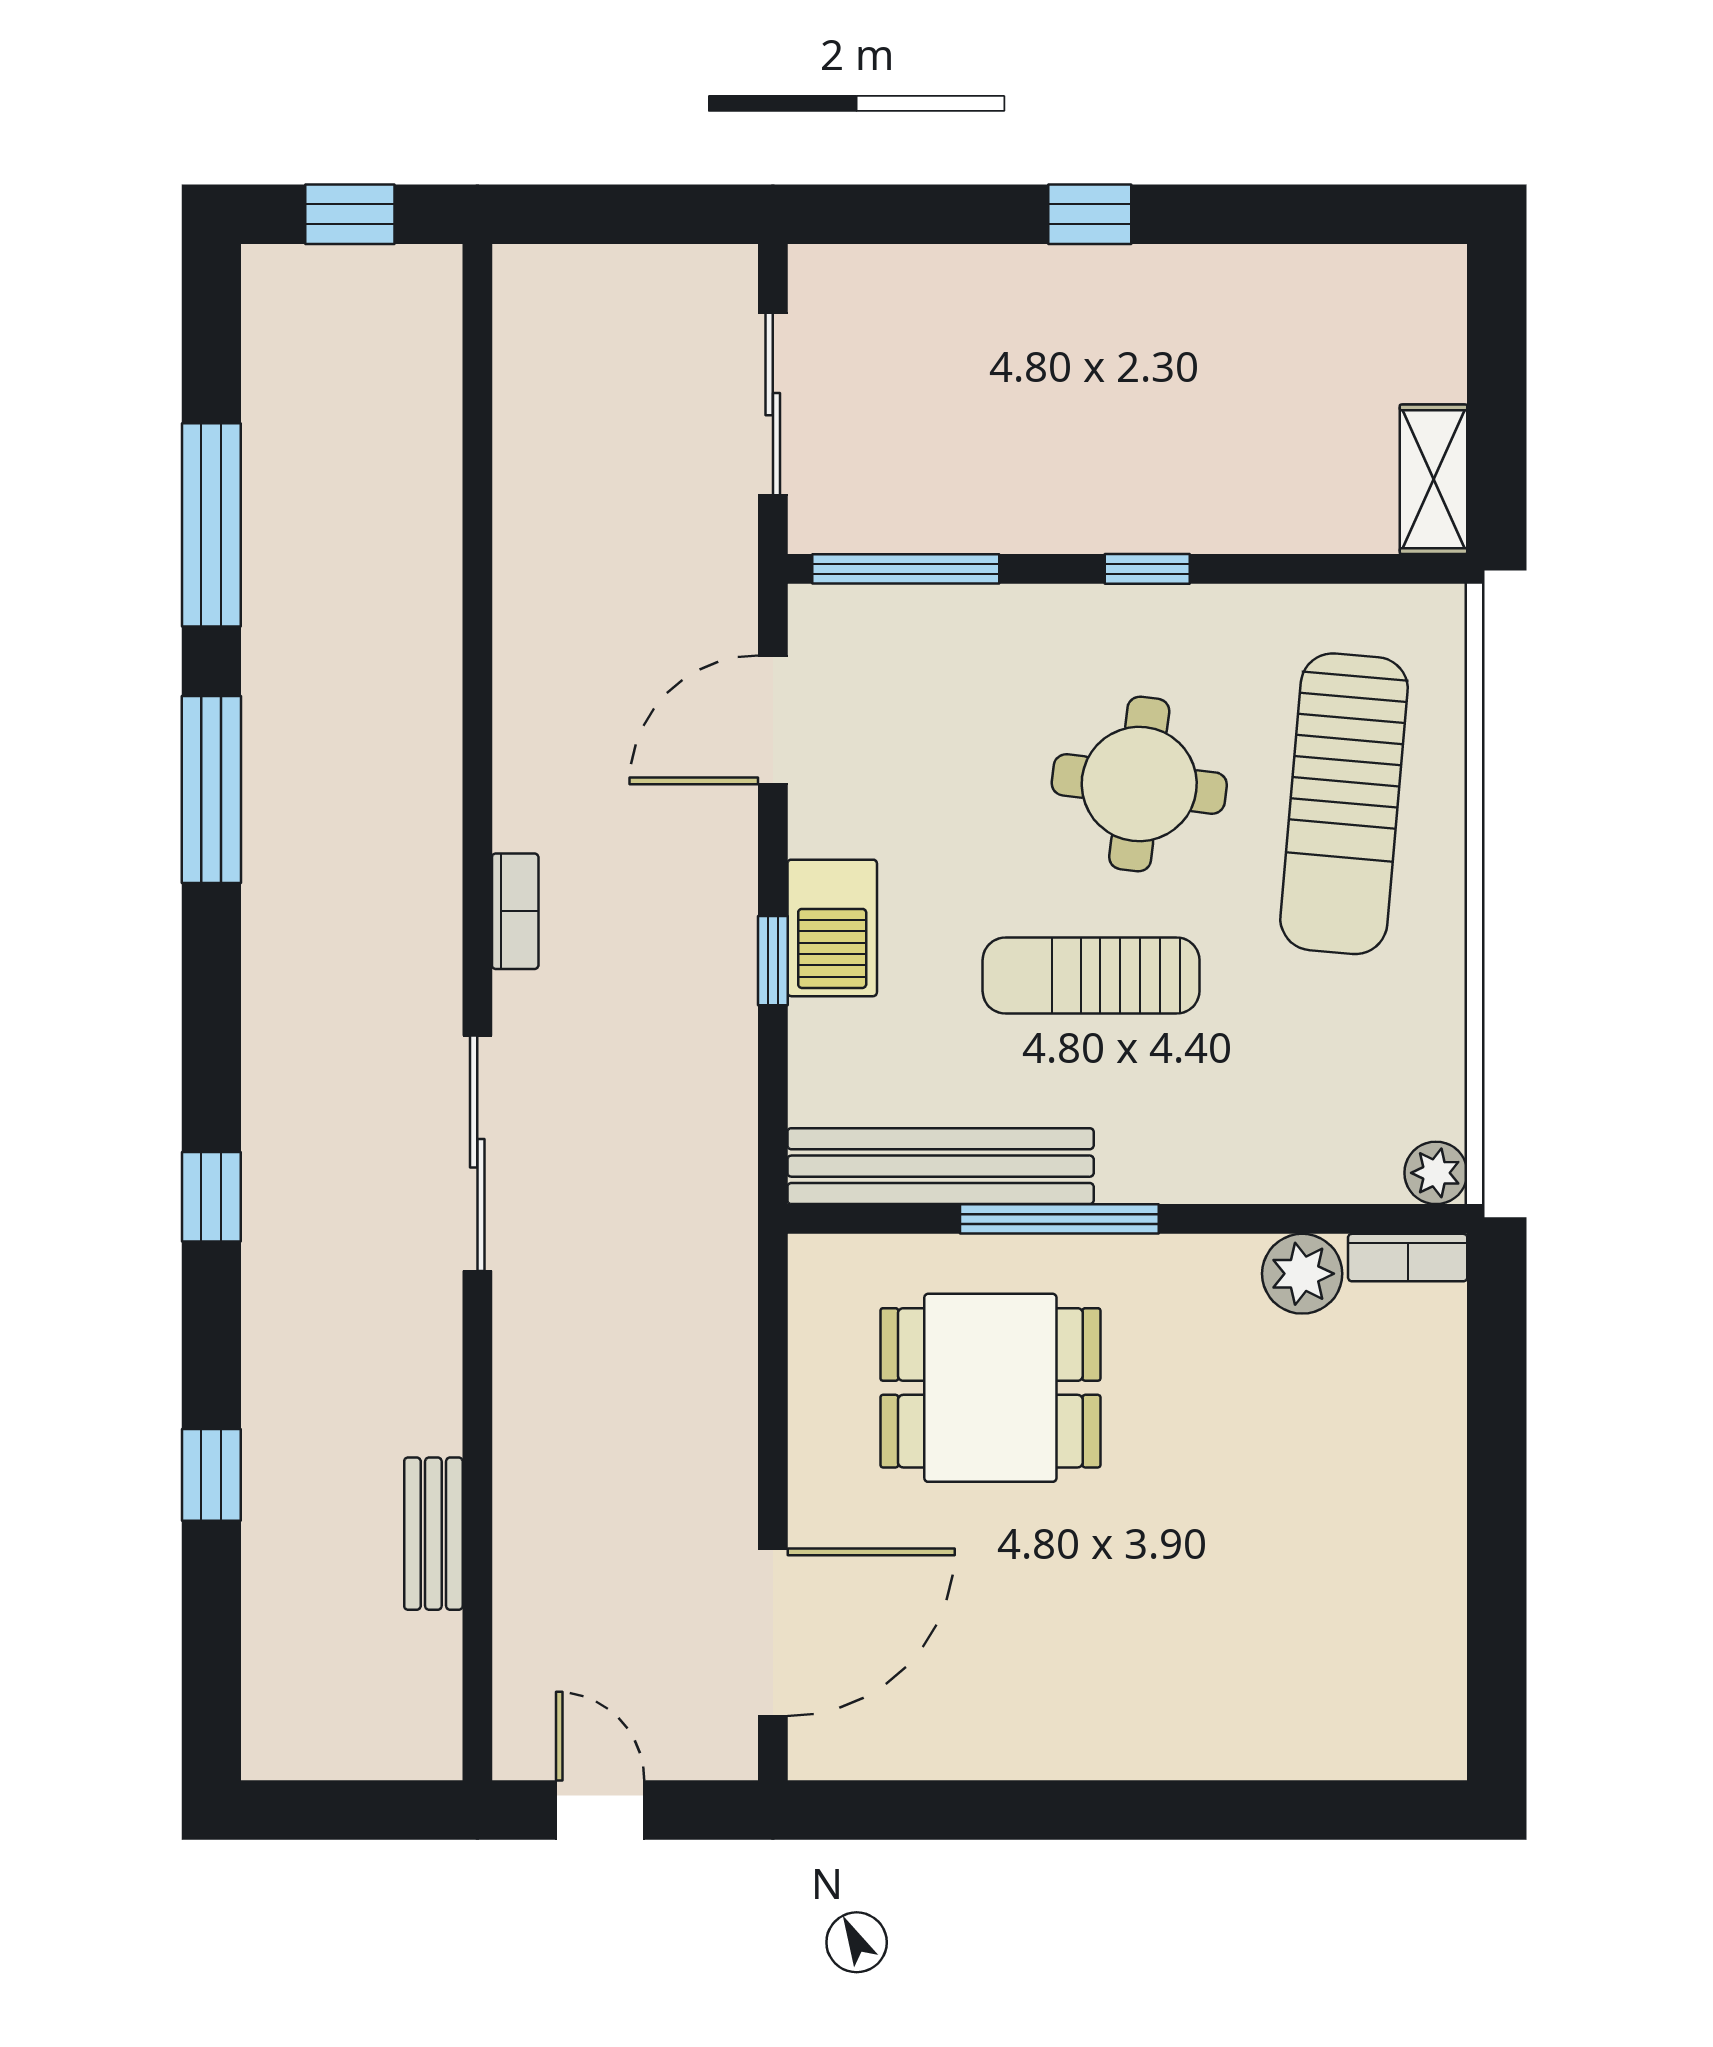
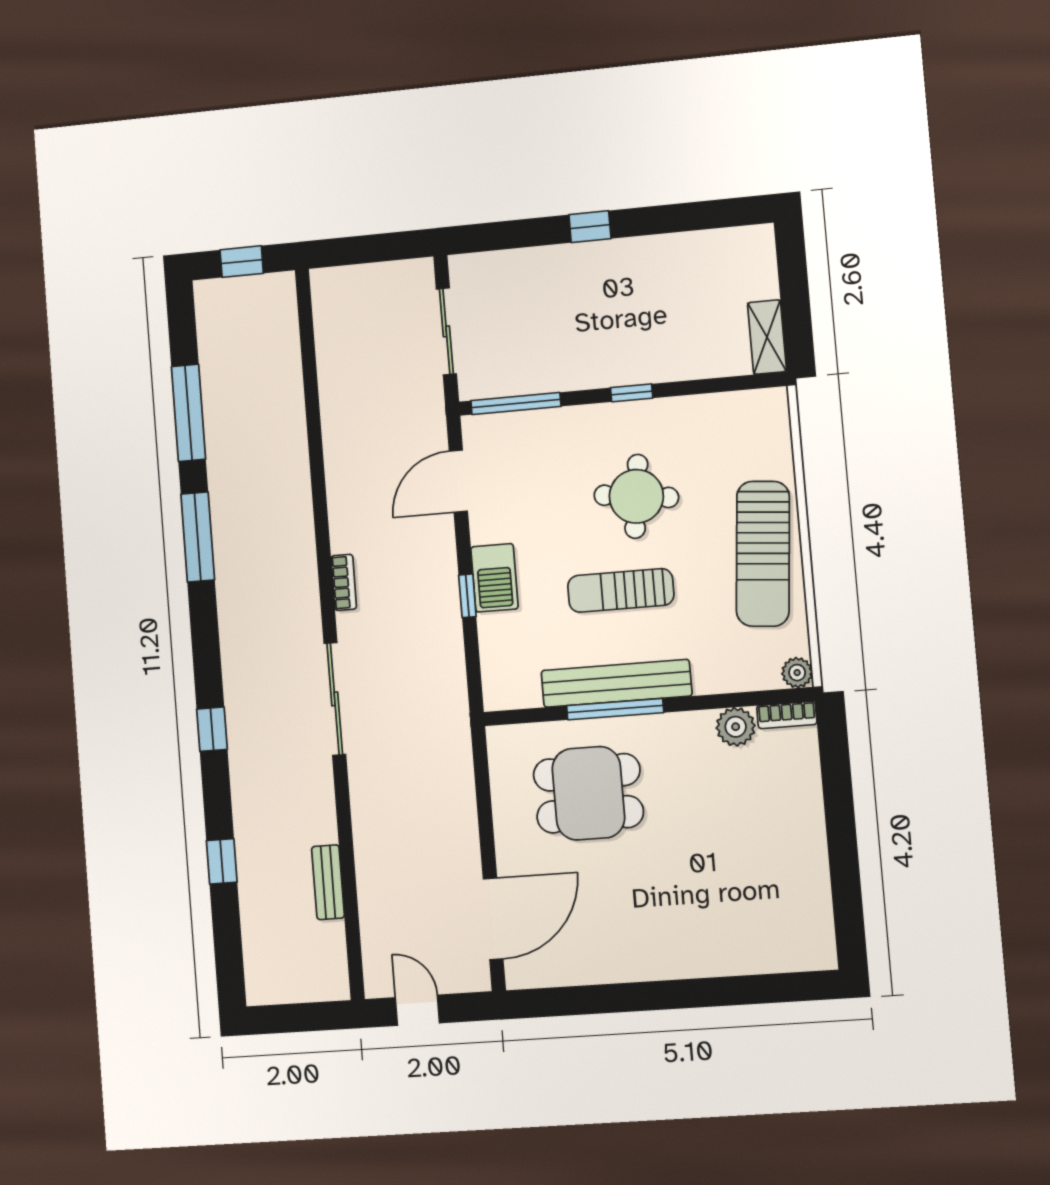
sun lounger: (1344, 804) -> (763, 554), moved
bench: (941, 1166) -> (616, 683), moved

